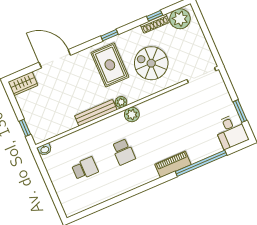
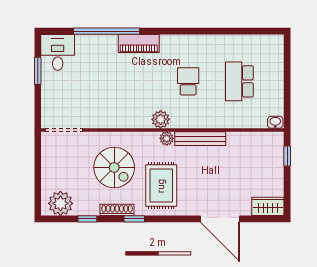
shoe rack: (155, 24) -> (117, 210), moved
window: (109, 35) -> (134, 219), moved
school desk: (85, 169) -> (239, 81), width x1.85

